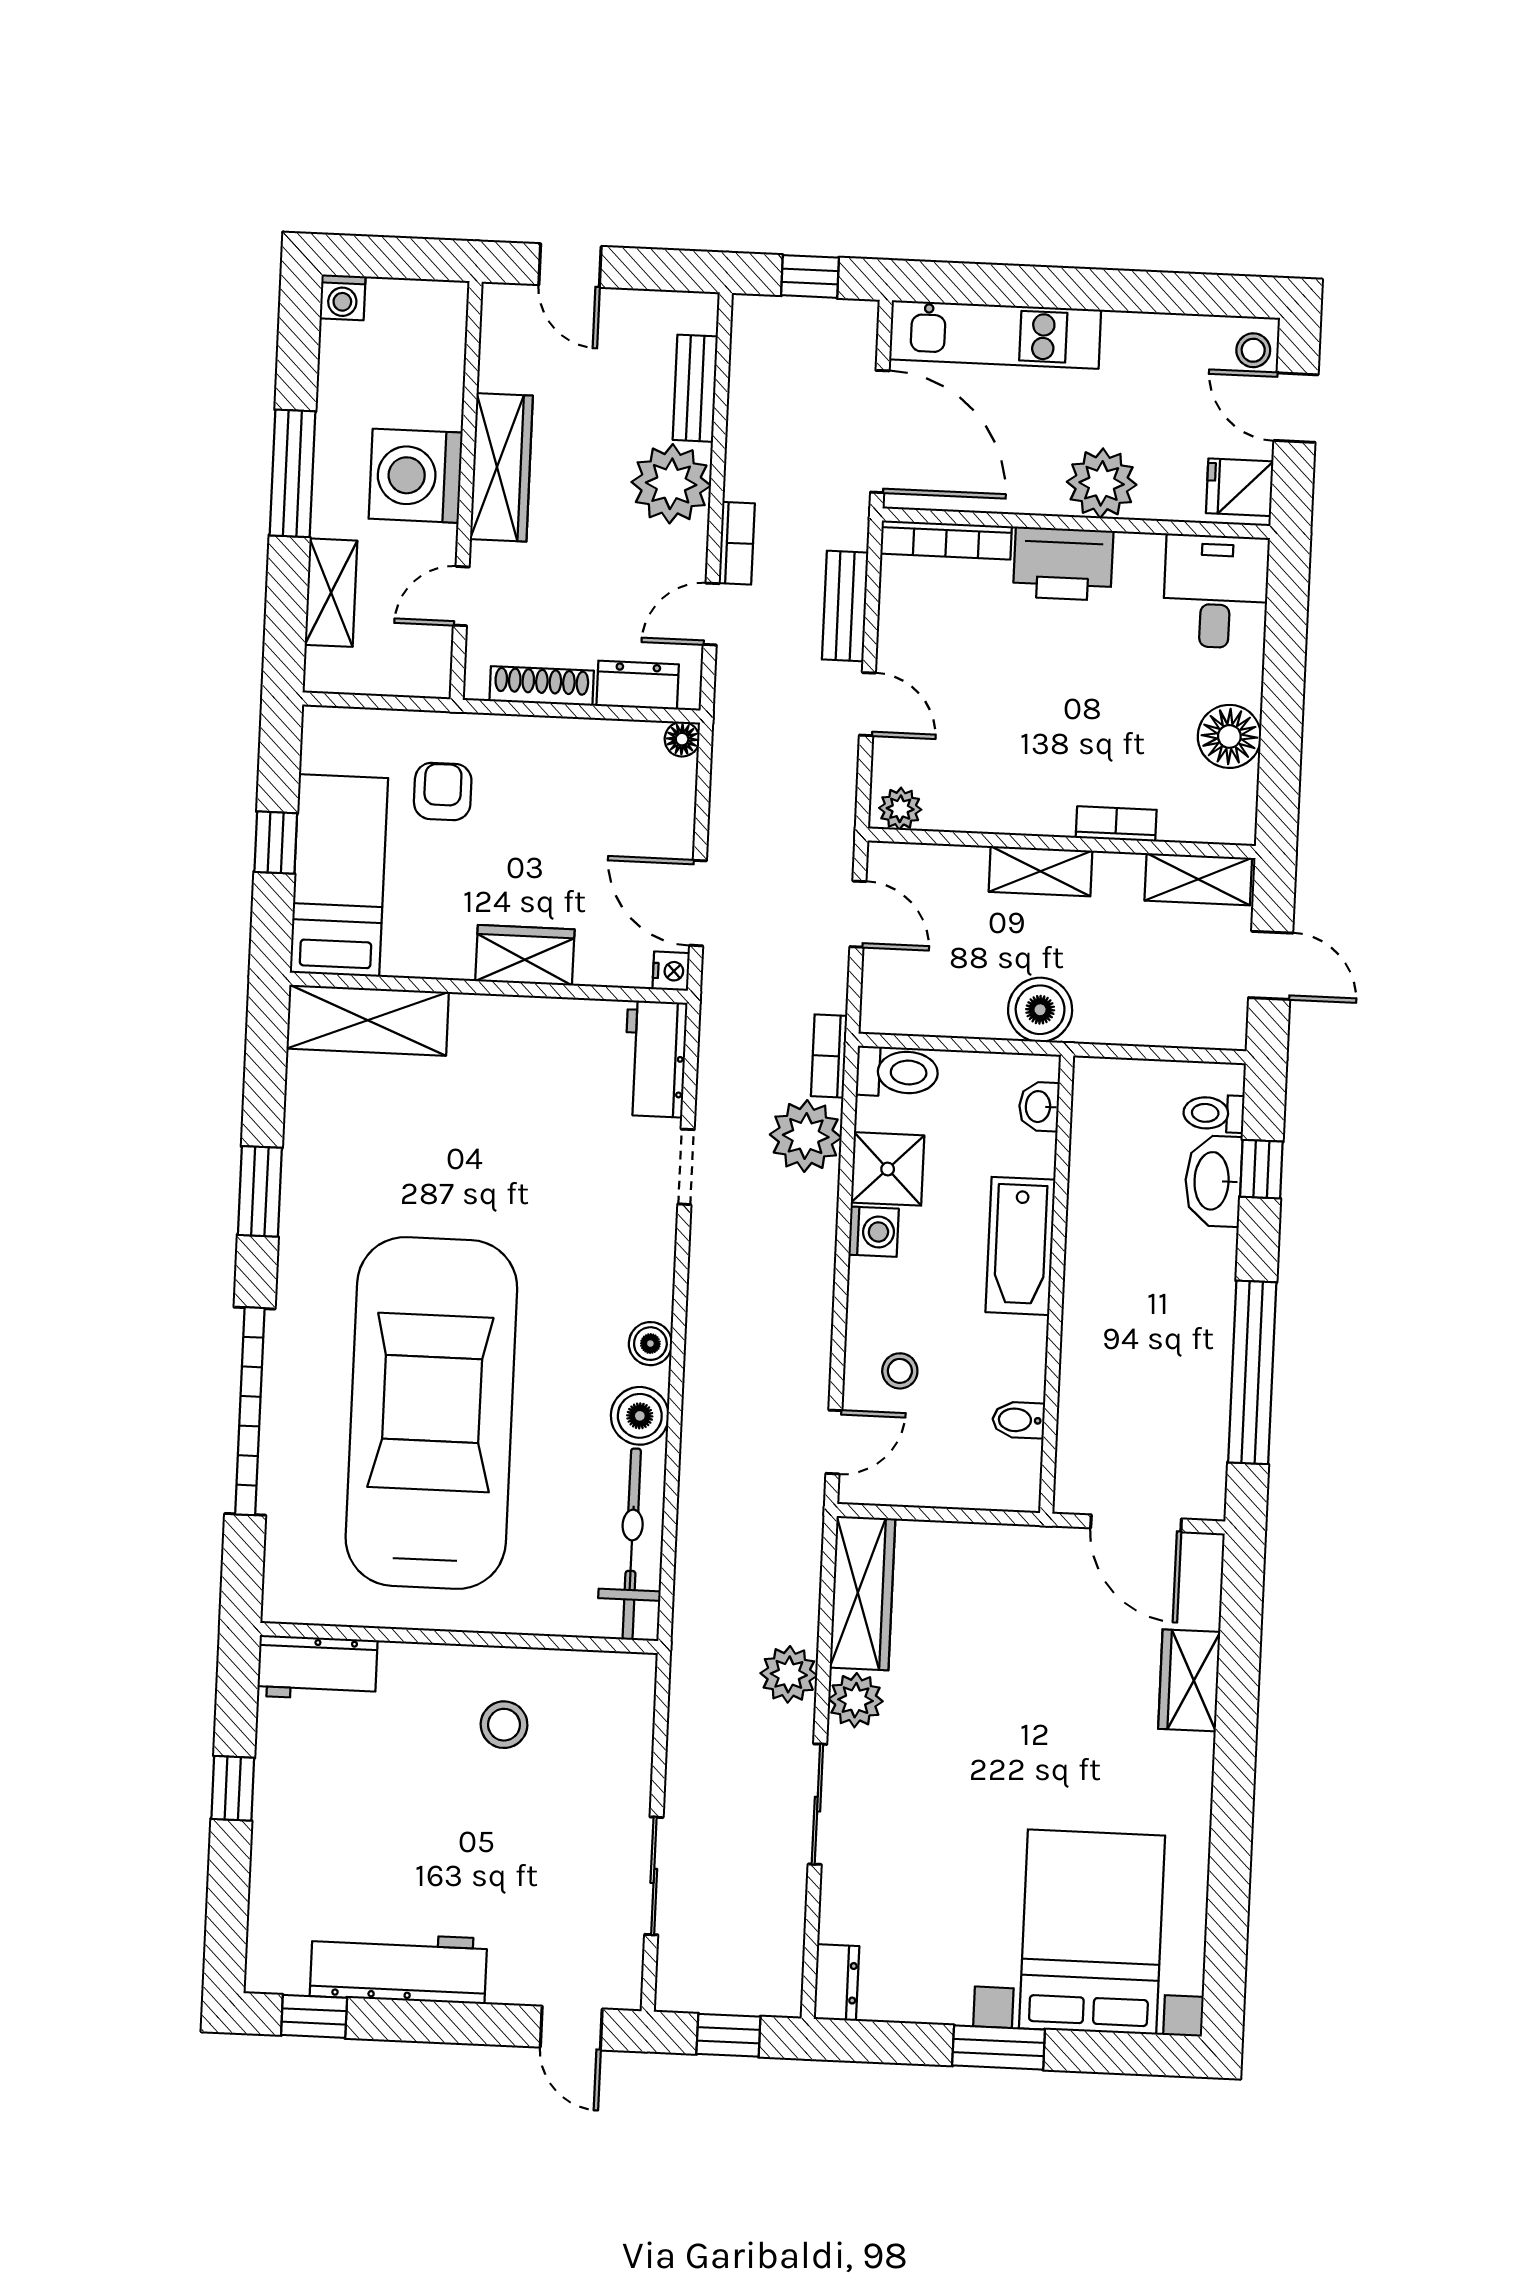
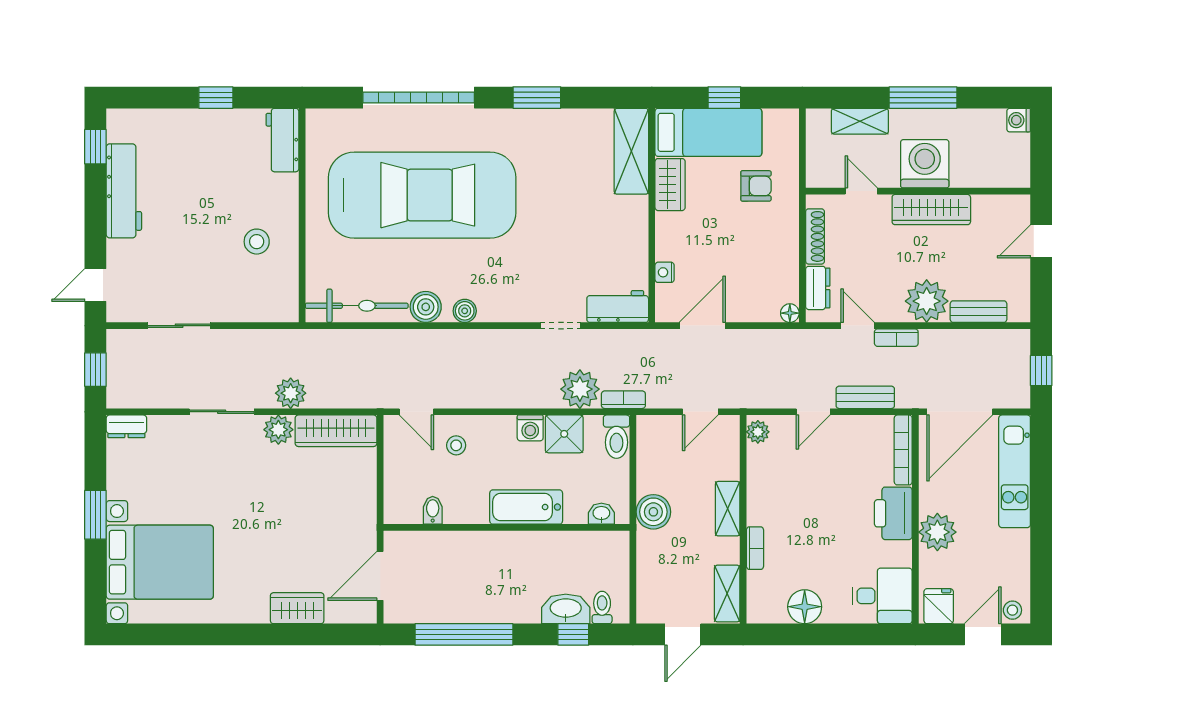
wardrobe: (525, 955) -> (670, 185), moved
nightstand: (671, 971) -> (665, 272), moved, turned 90

